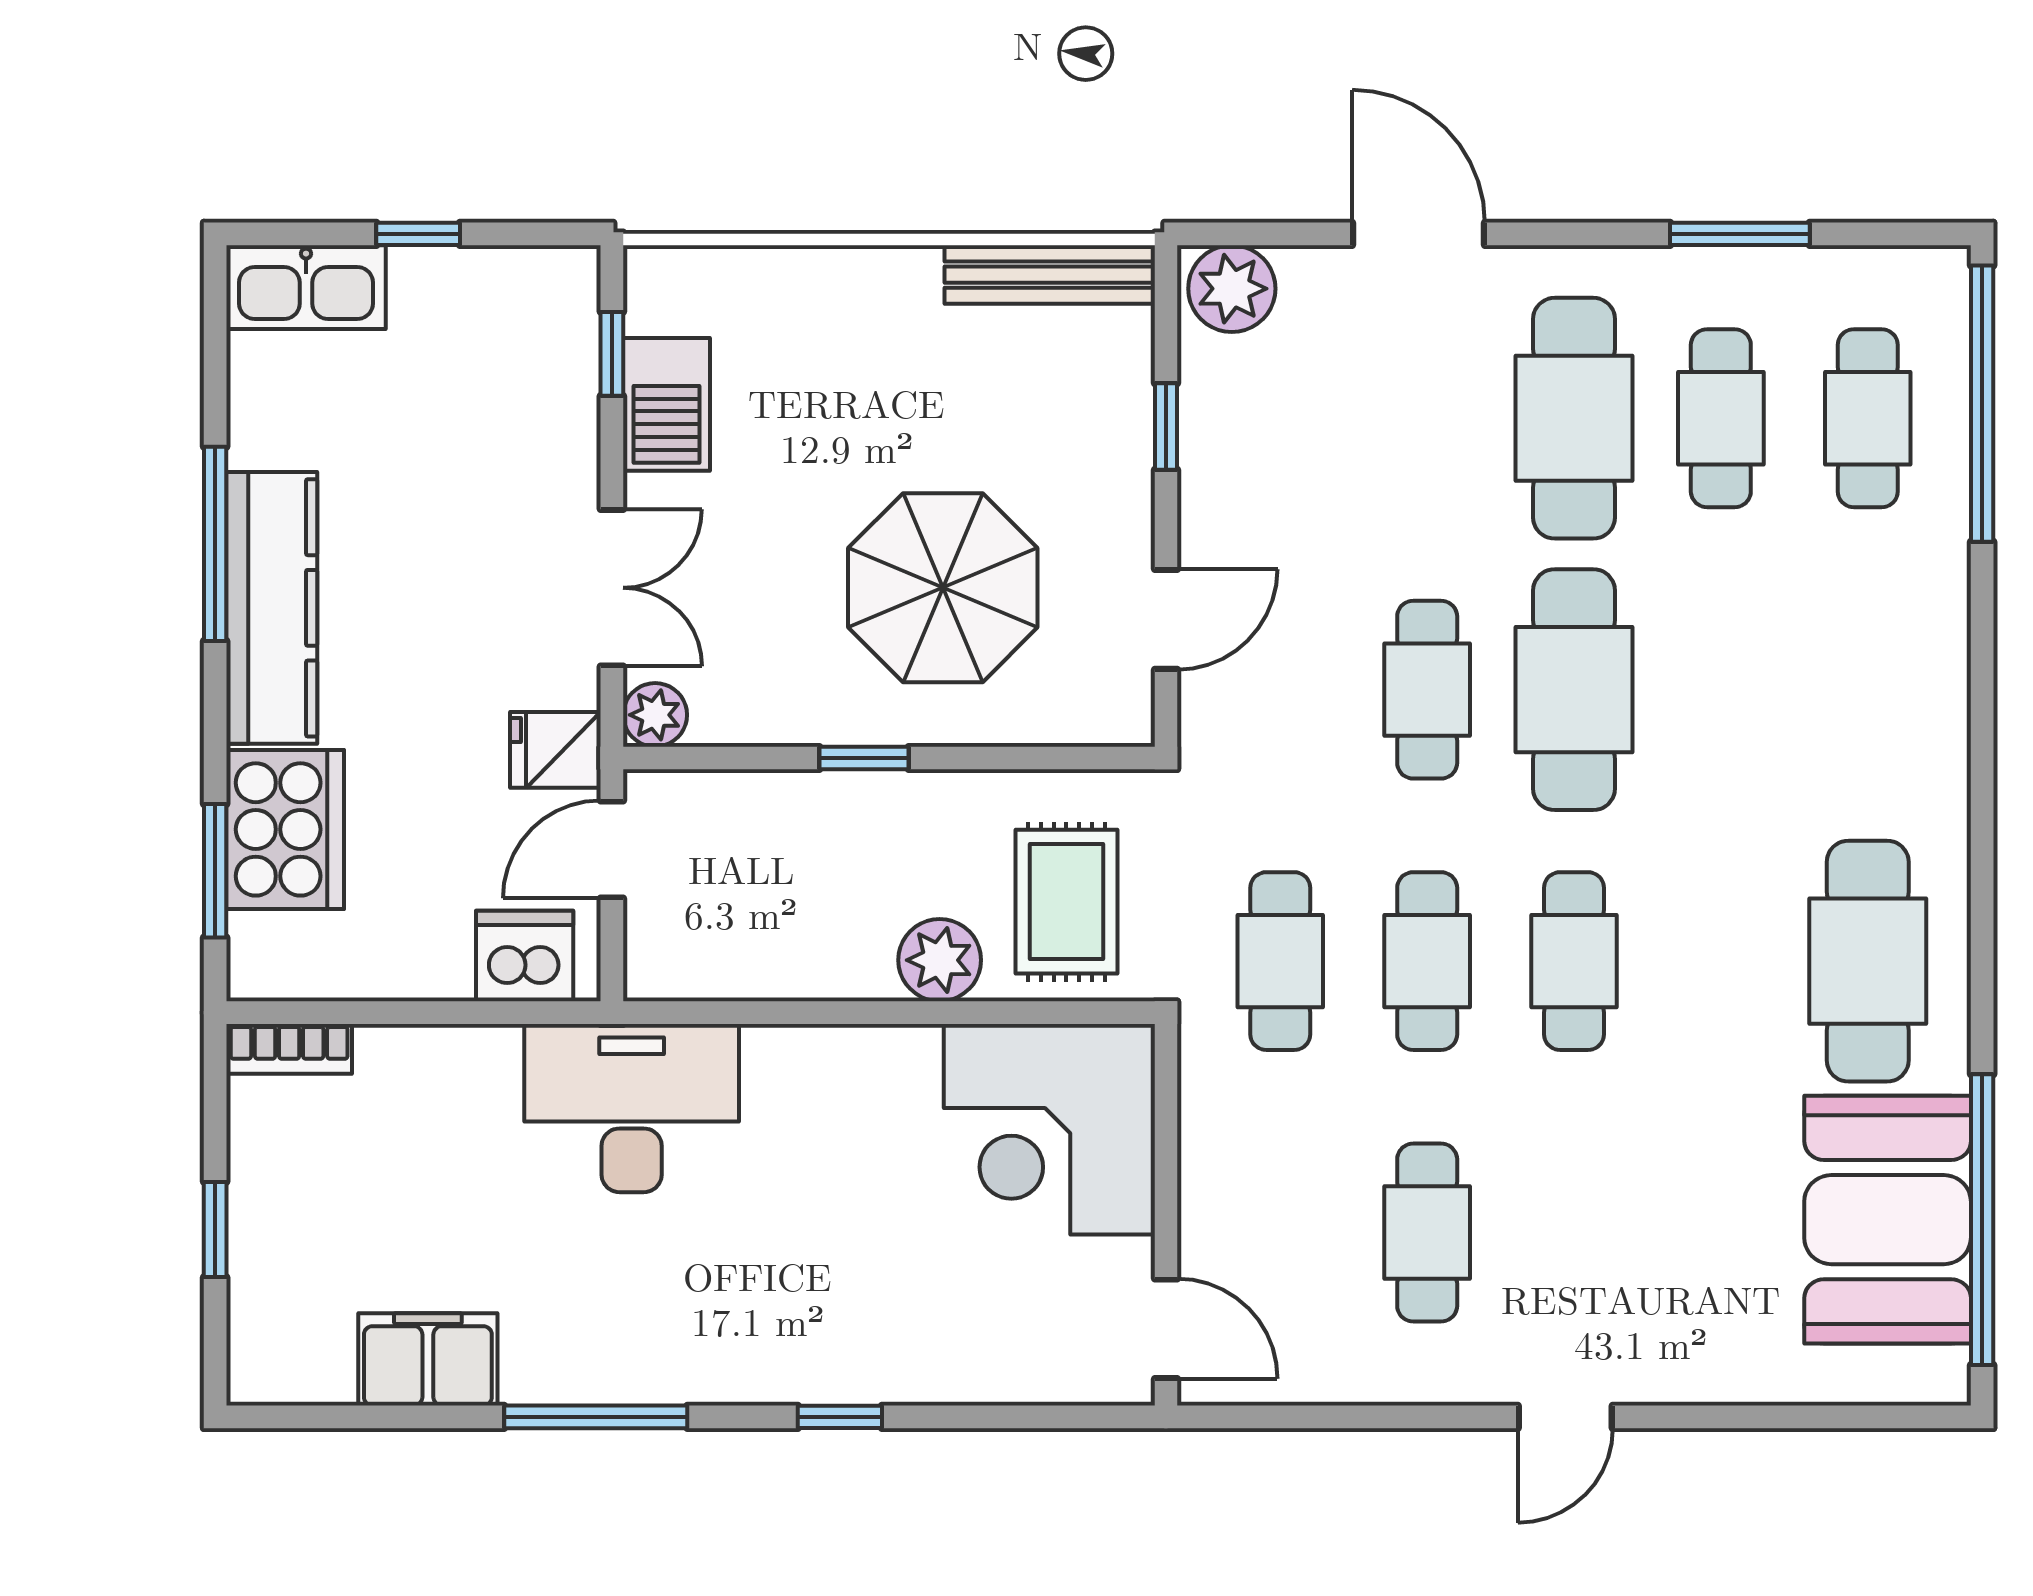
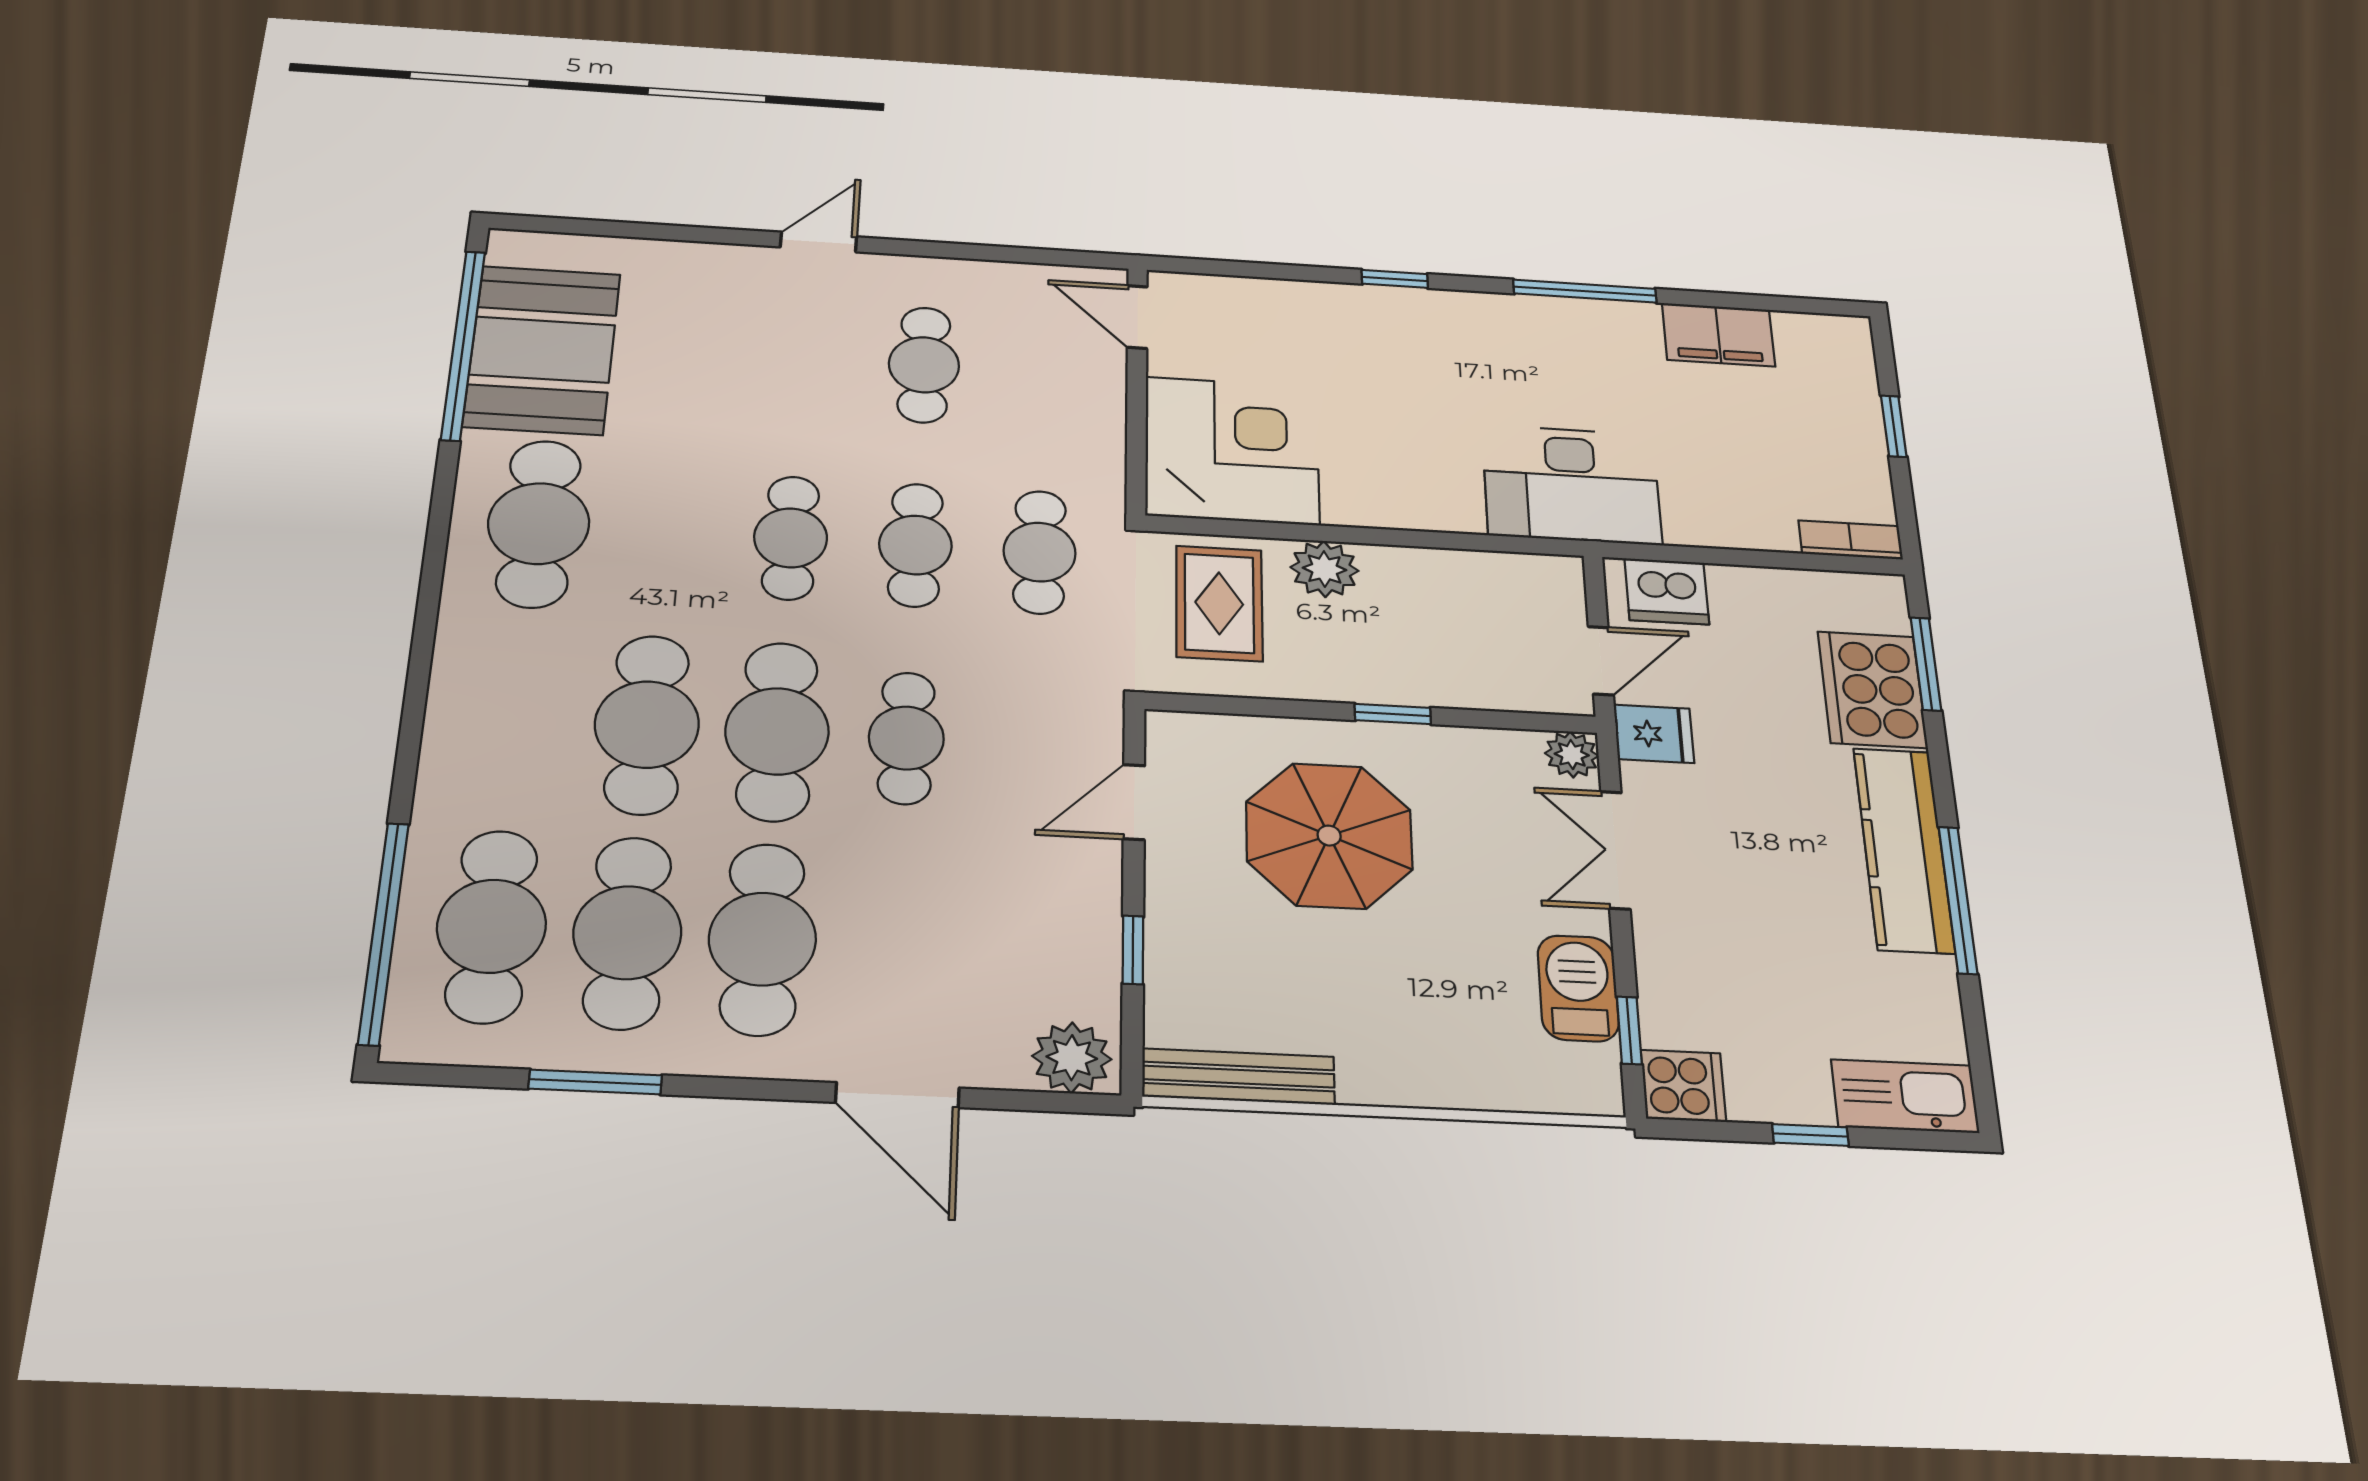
cooker: (556, 288) -> (1683, 1086), added
cafe table: (1721, 418) -> (627, 933), width x1.37, depth x1.35
cafe table: (1868, 418) -> (492, 926), width x1.37, depth x1.35
cafe table: (1721, 690) -> (647, 724), added

